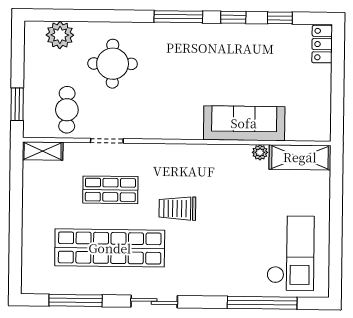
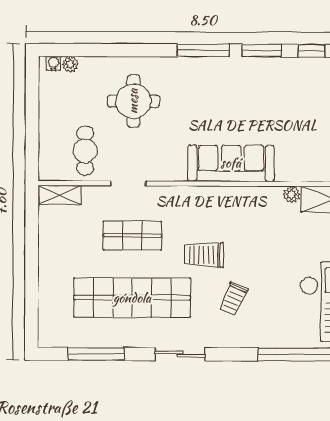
window: (233, 17) -> (262, 51), width x1.50
water cooler: (38, 28) -> (53, 63), added
plant: (60, 35) -> (70, 64), width x0.53, depth x0.53
window: (17, 104) -> (32, 145), removed
sofa: (244, 123) -> (231, 163), moved
trolley: (205, 250) -> (233, 299), added

